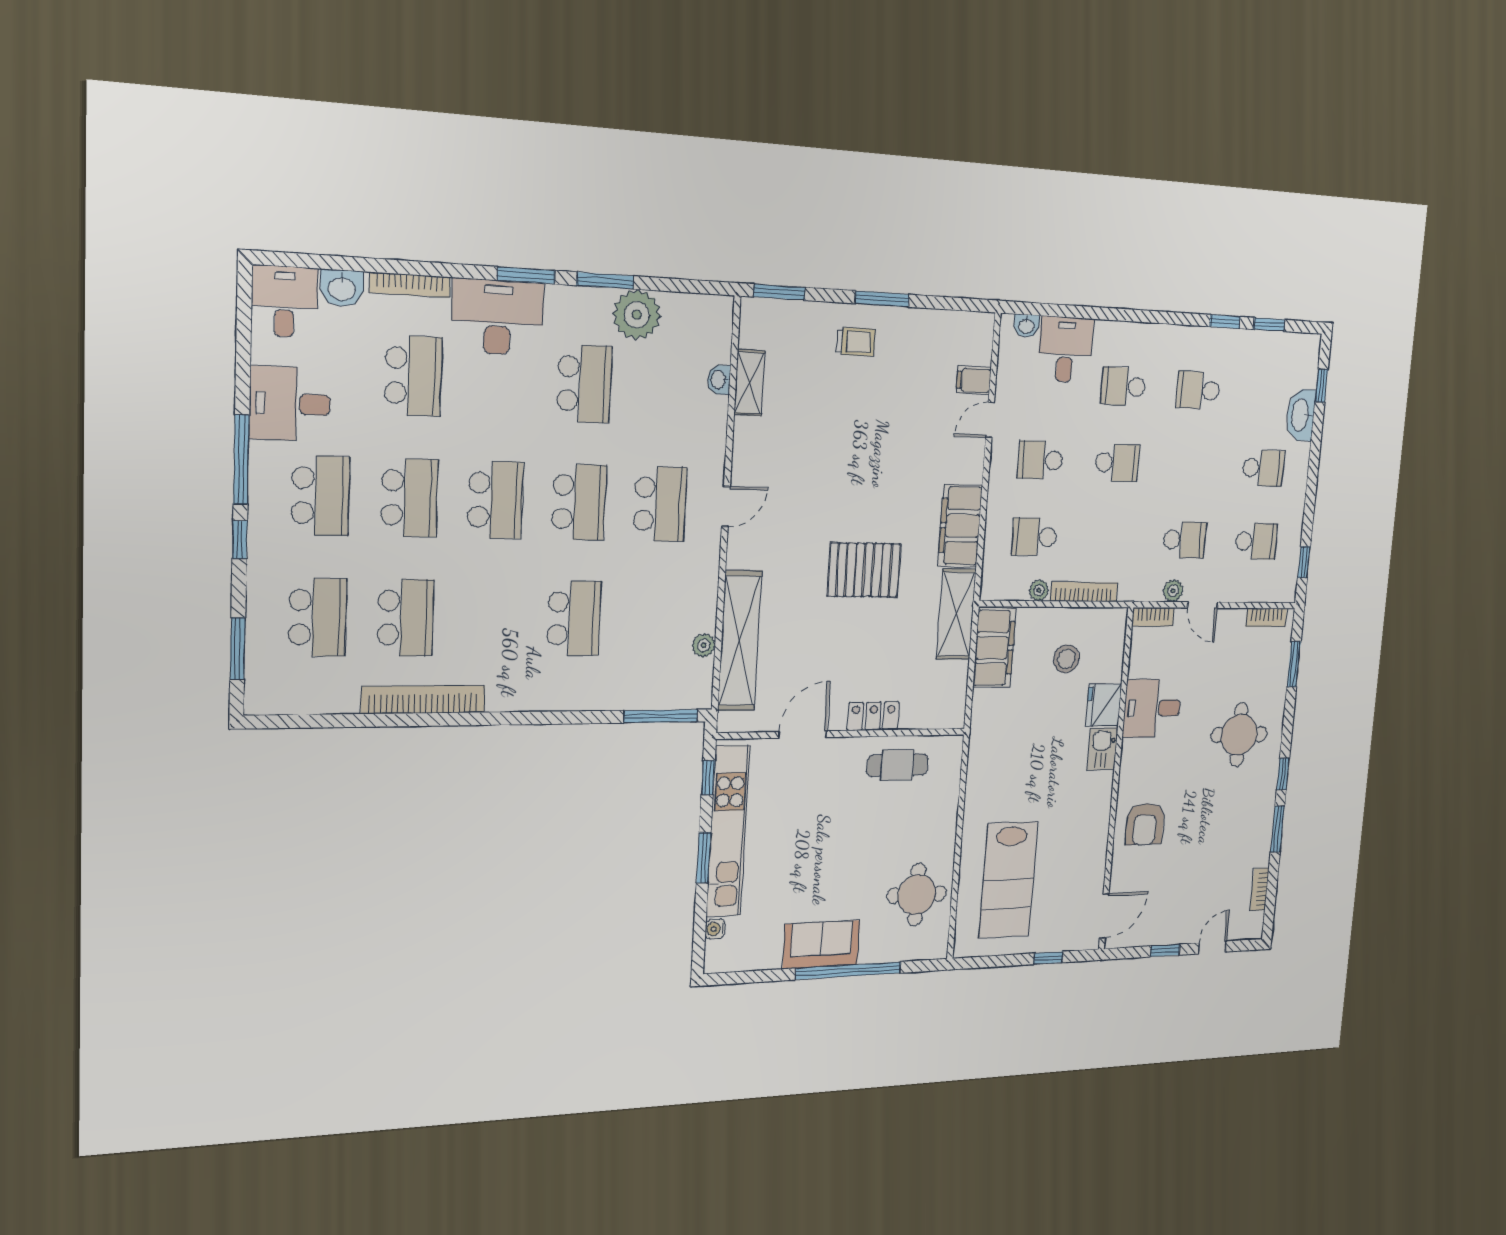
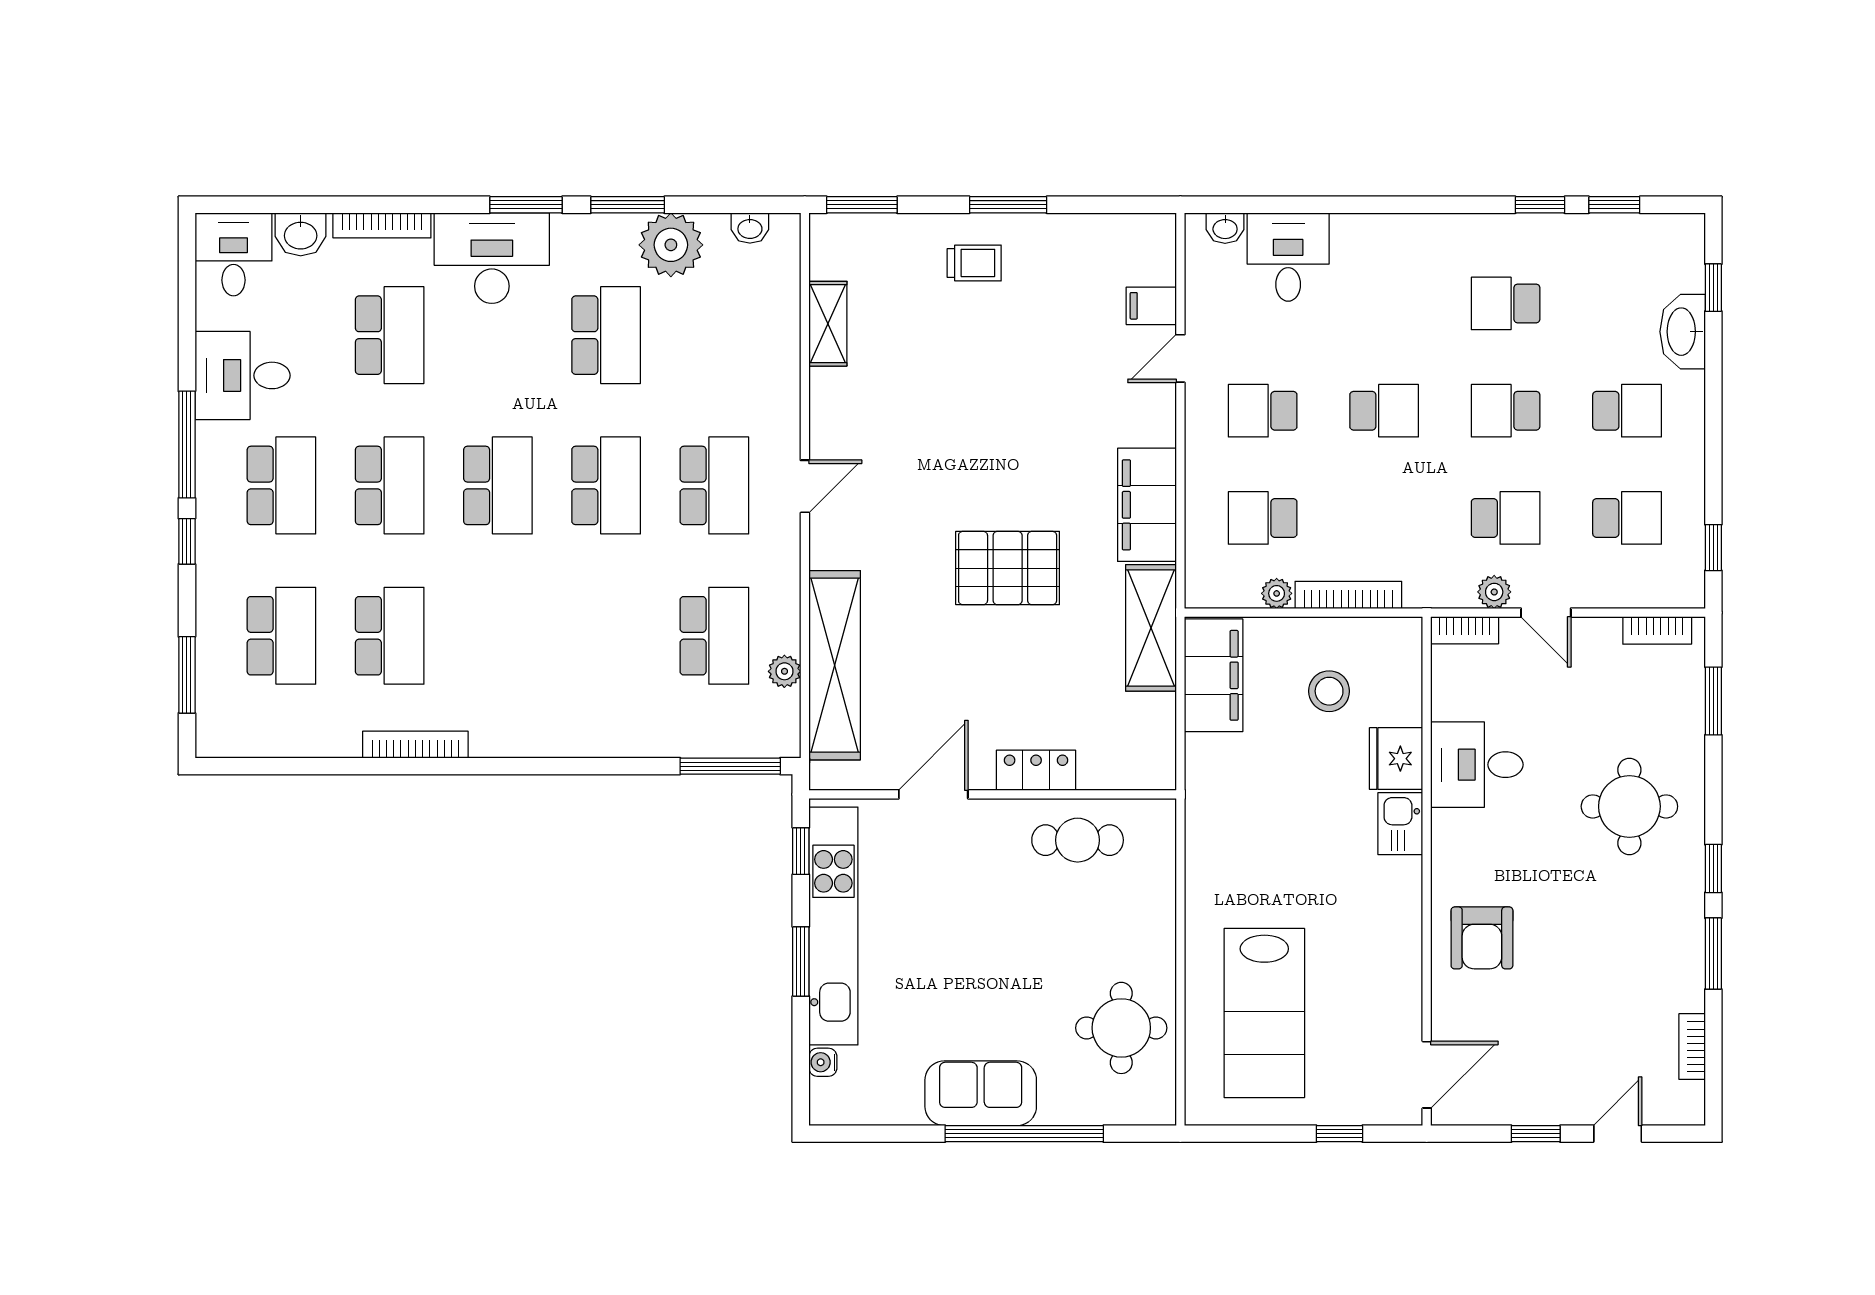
washbasin: (719, 380) -> (750, 228), moved, turned -90
school desk: (1123, 386) -> (1506, 411), moved
school desk: (574, 618) -> (714, 636), moved
bookcase: (423, 700) -> (415, 745), width x0.68, depth x0.76

